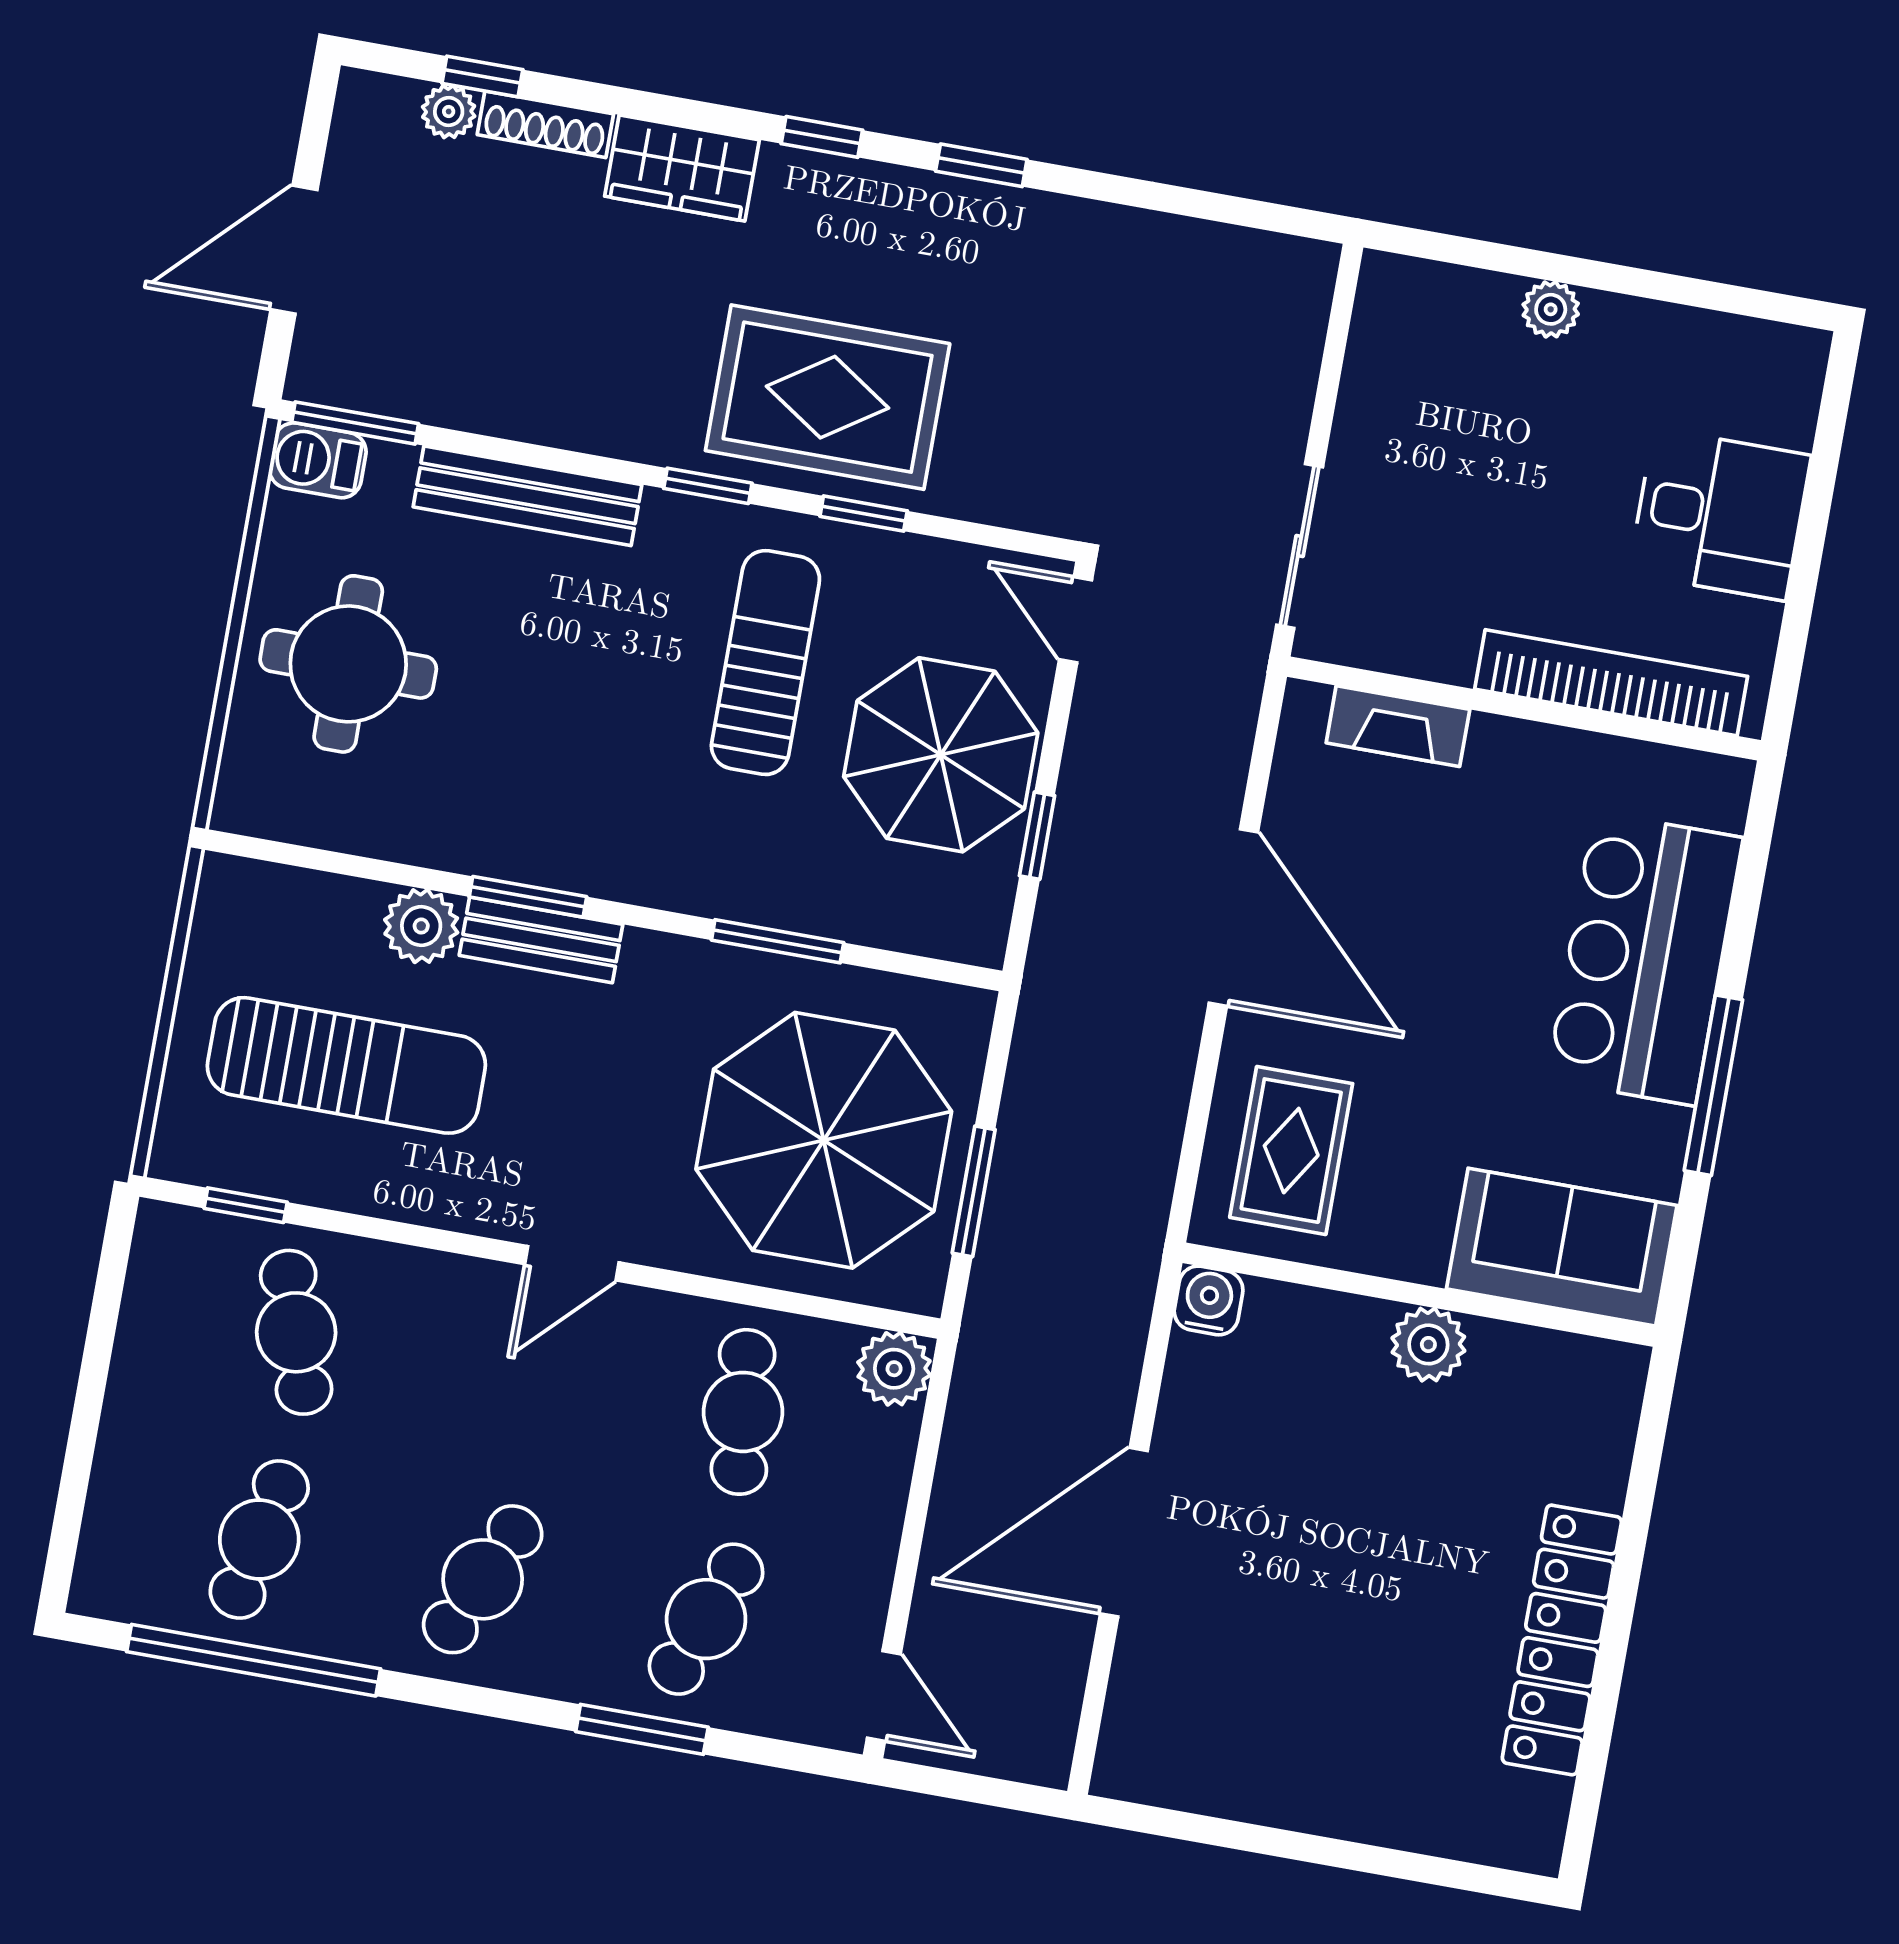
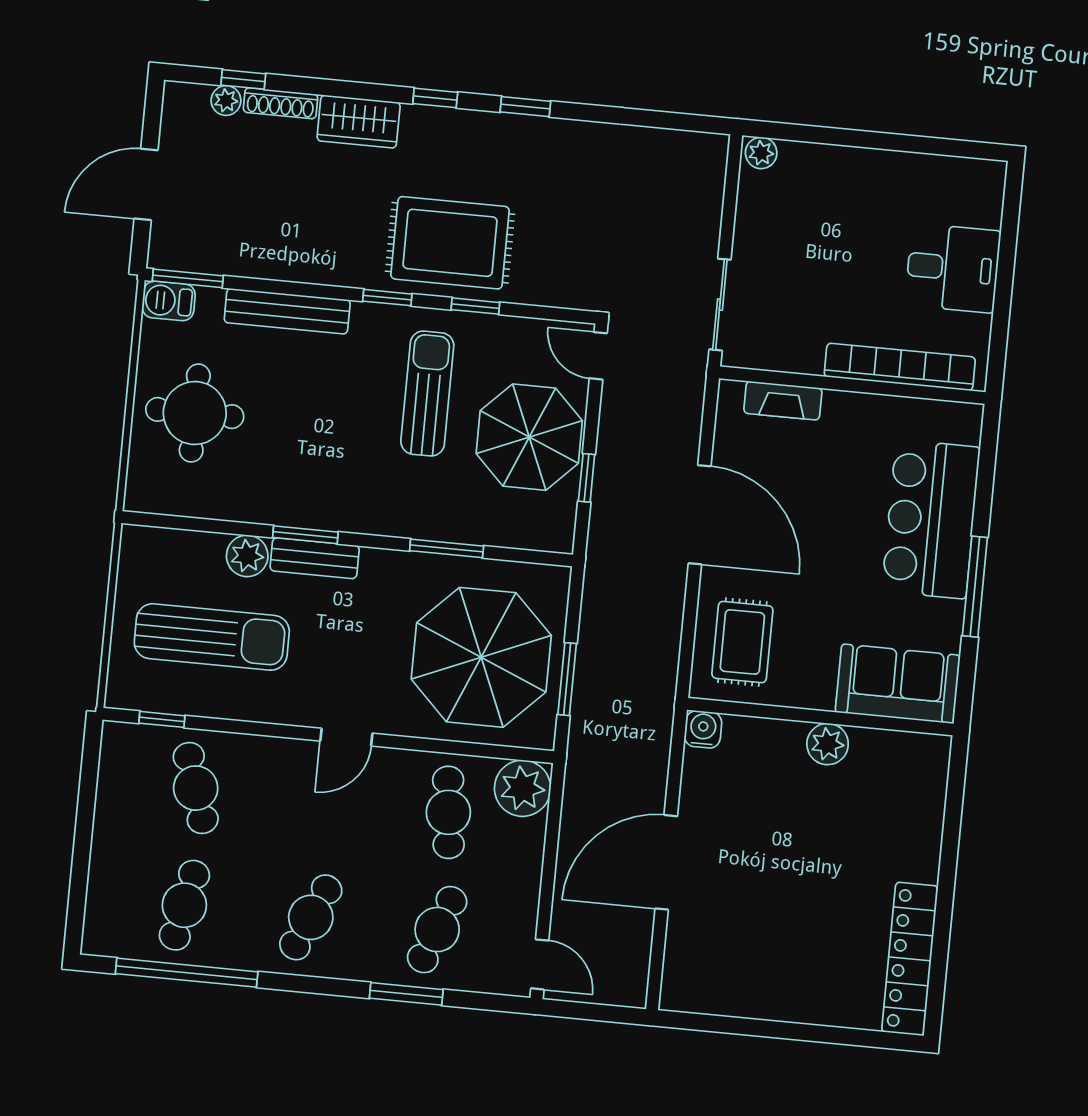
plant: (1551, 309) -> (761, 153), moved
plant: (894, 1369) -> (523, 788), width x1.36, depth x1.36
locker: (1562, 1640) -> (910, 959), moved

